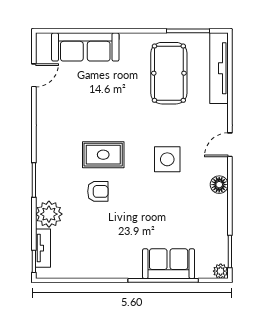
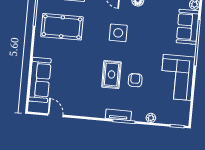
plant: (49, 214) -> (151, 118), width x0.53, depth x0.53
tv unit: (43, 248) -> (118, 115), moved
corner sofa: (108, 255) -> (177, 77), added
sofa: (169, 264) -> (188, 27), moved

